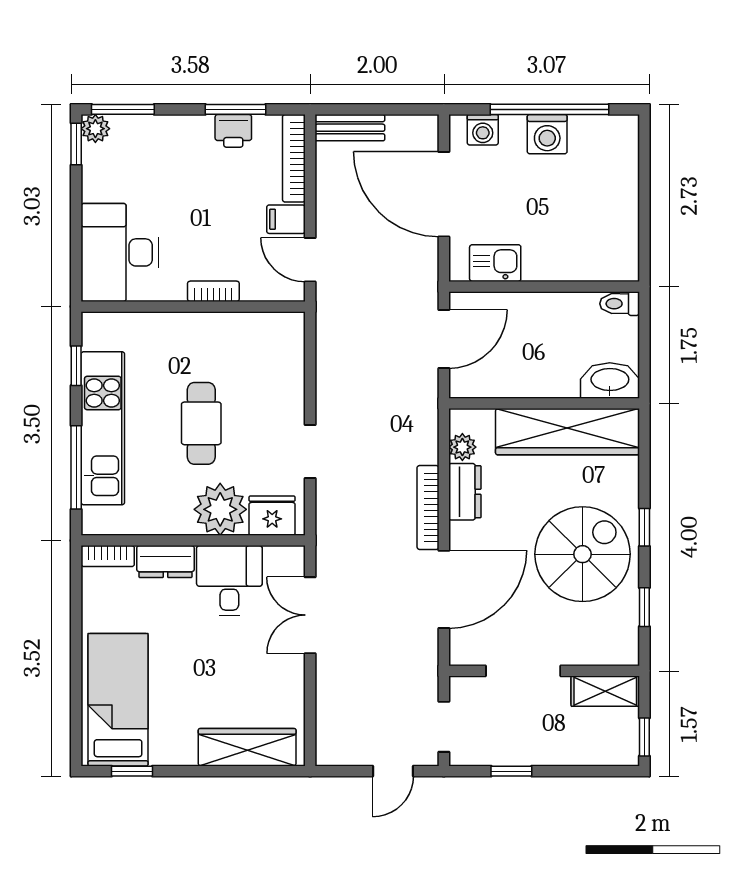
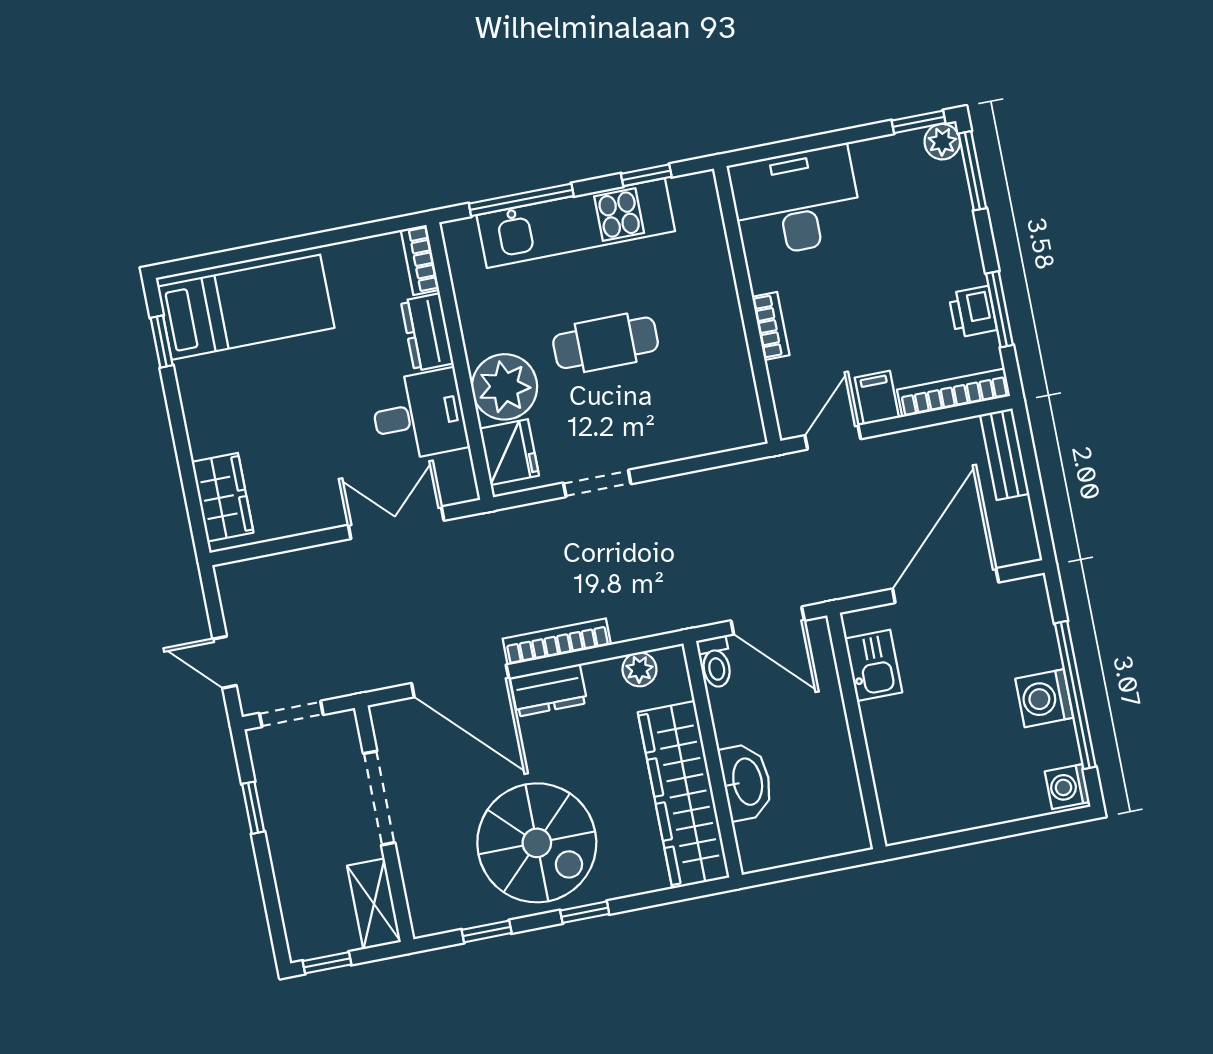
washing machine: (483, 130) -> (1067, 787), moved
toilet: (620, 304) -> (715, 662), moved, turned 180
washbasin: (610, 381) -> (746, 782), moved
dresser: (465, 492) -> (549, 690), moved
wardrobe: (247, 747) -> (223, 497), width x0.67

